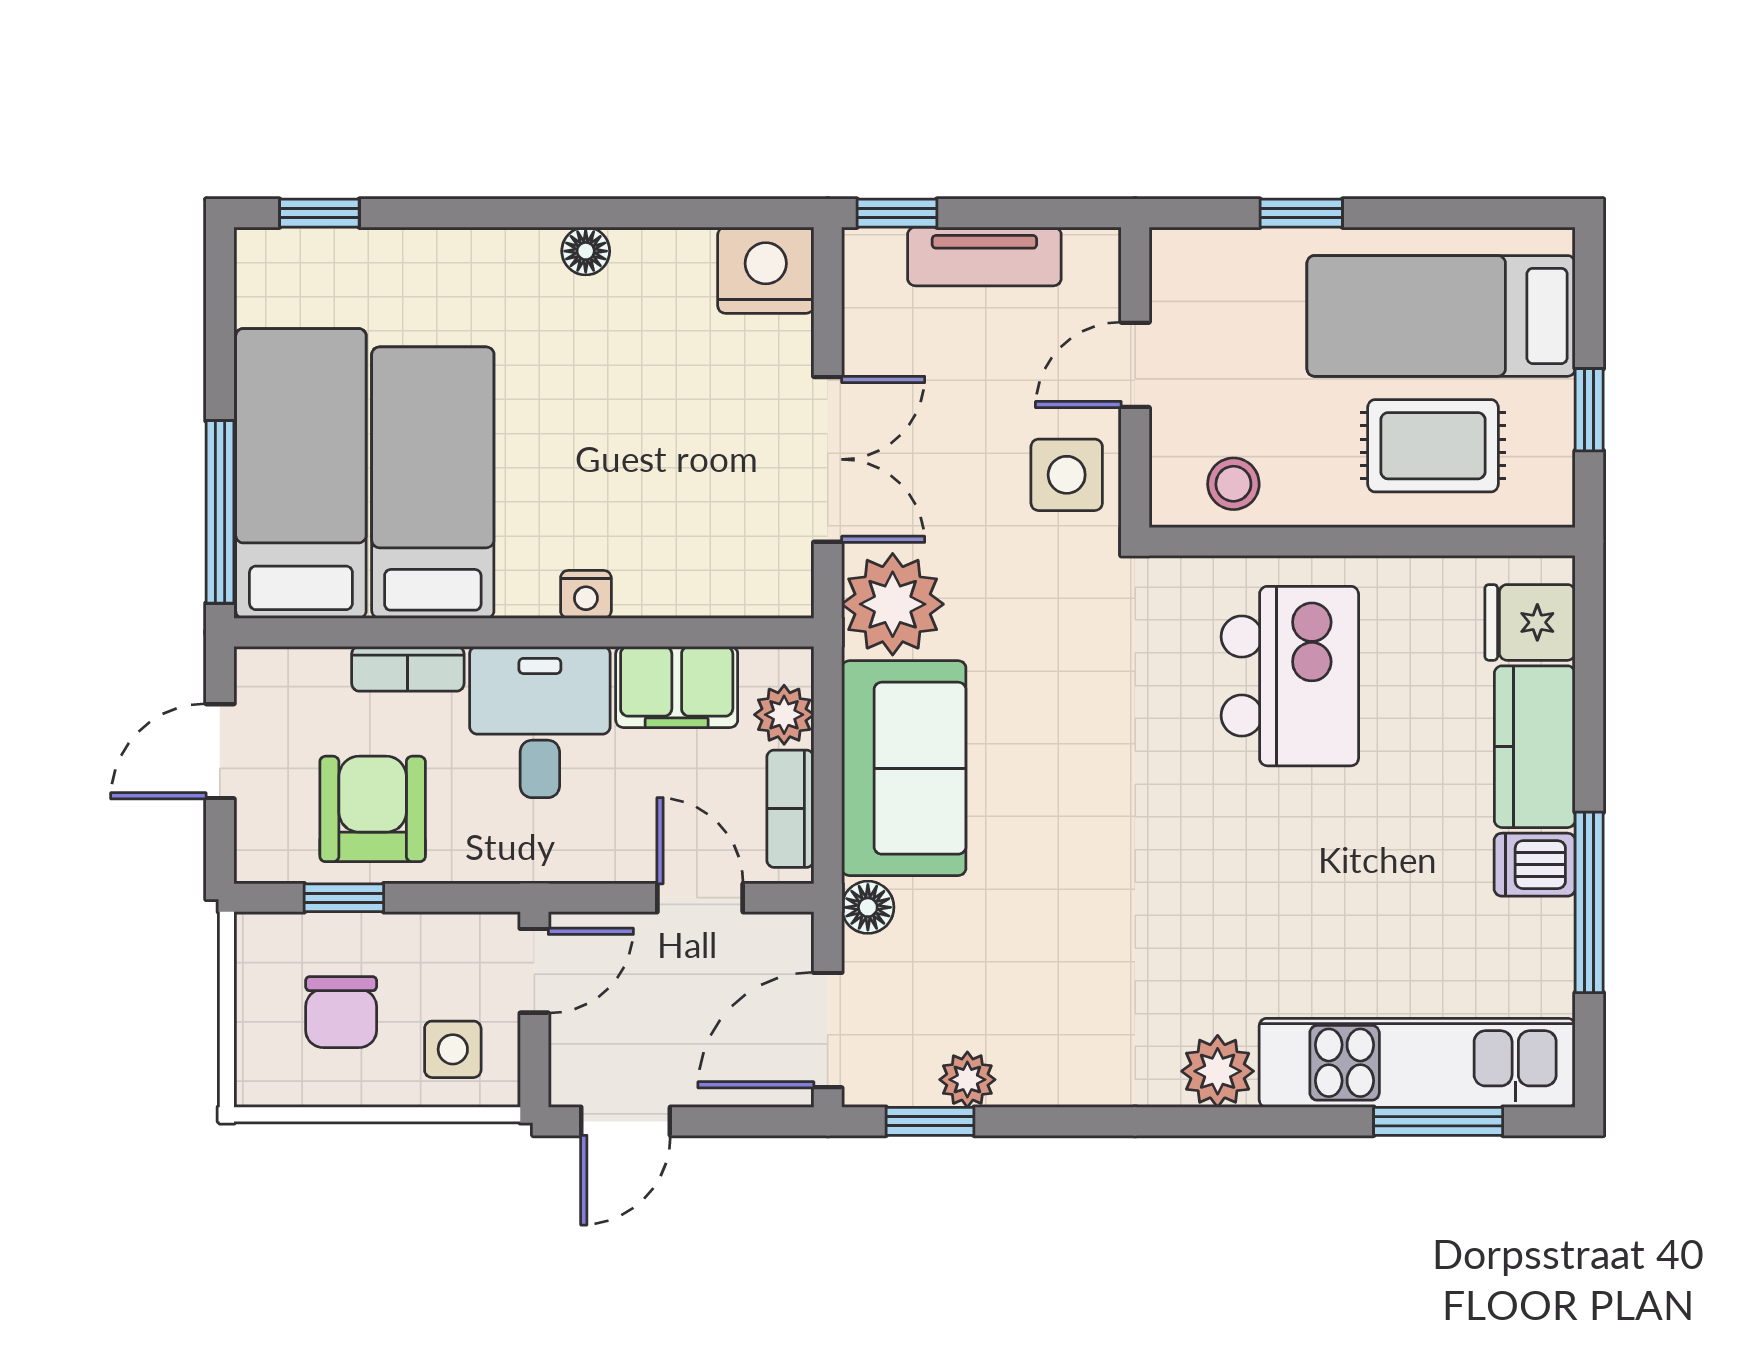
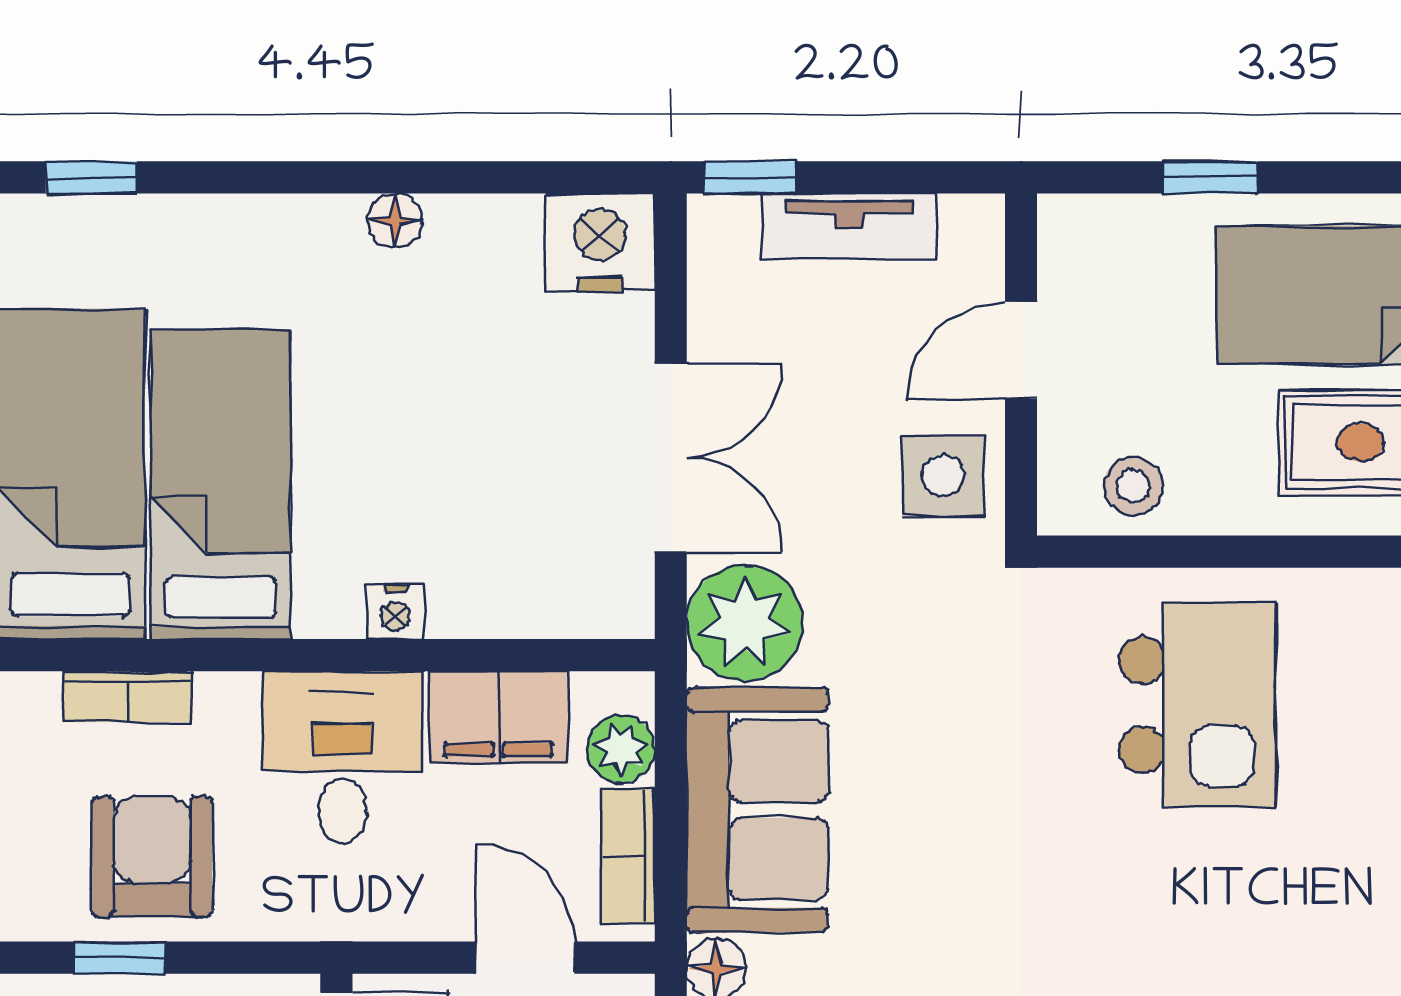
bookcase: (408, 669) -> (128, 697), moved

